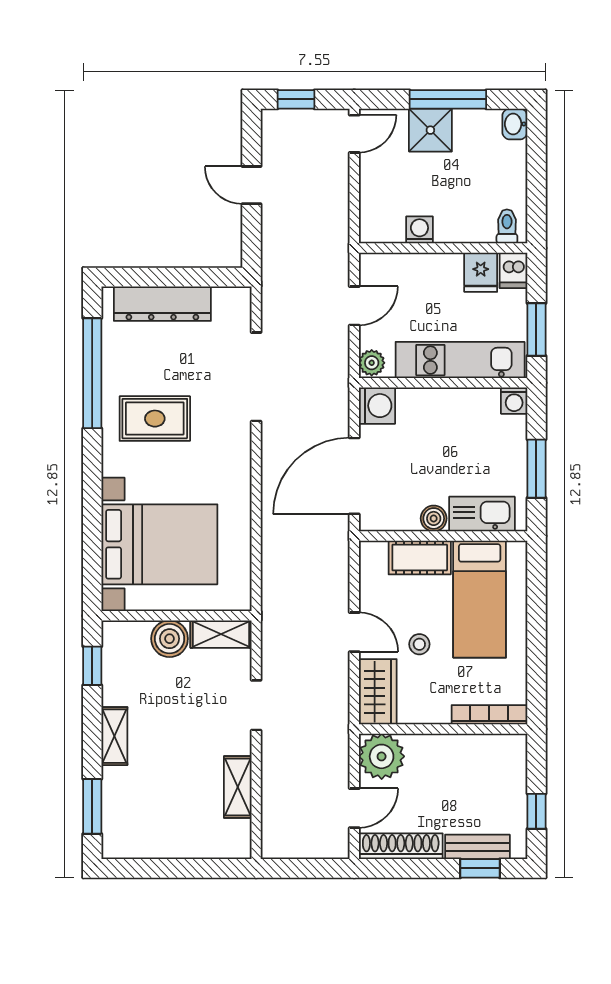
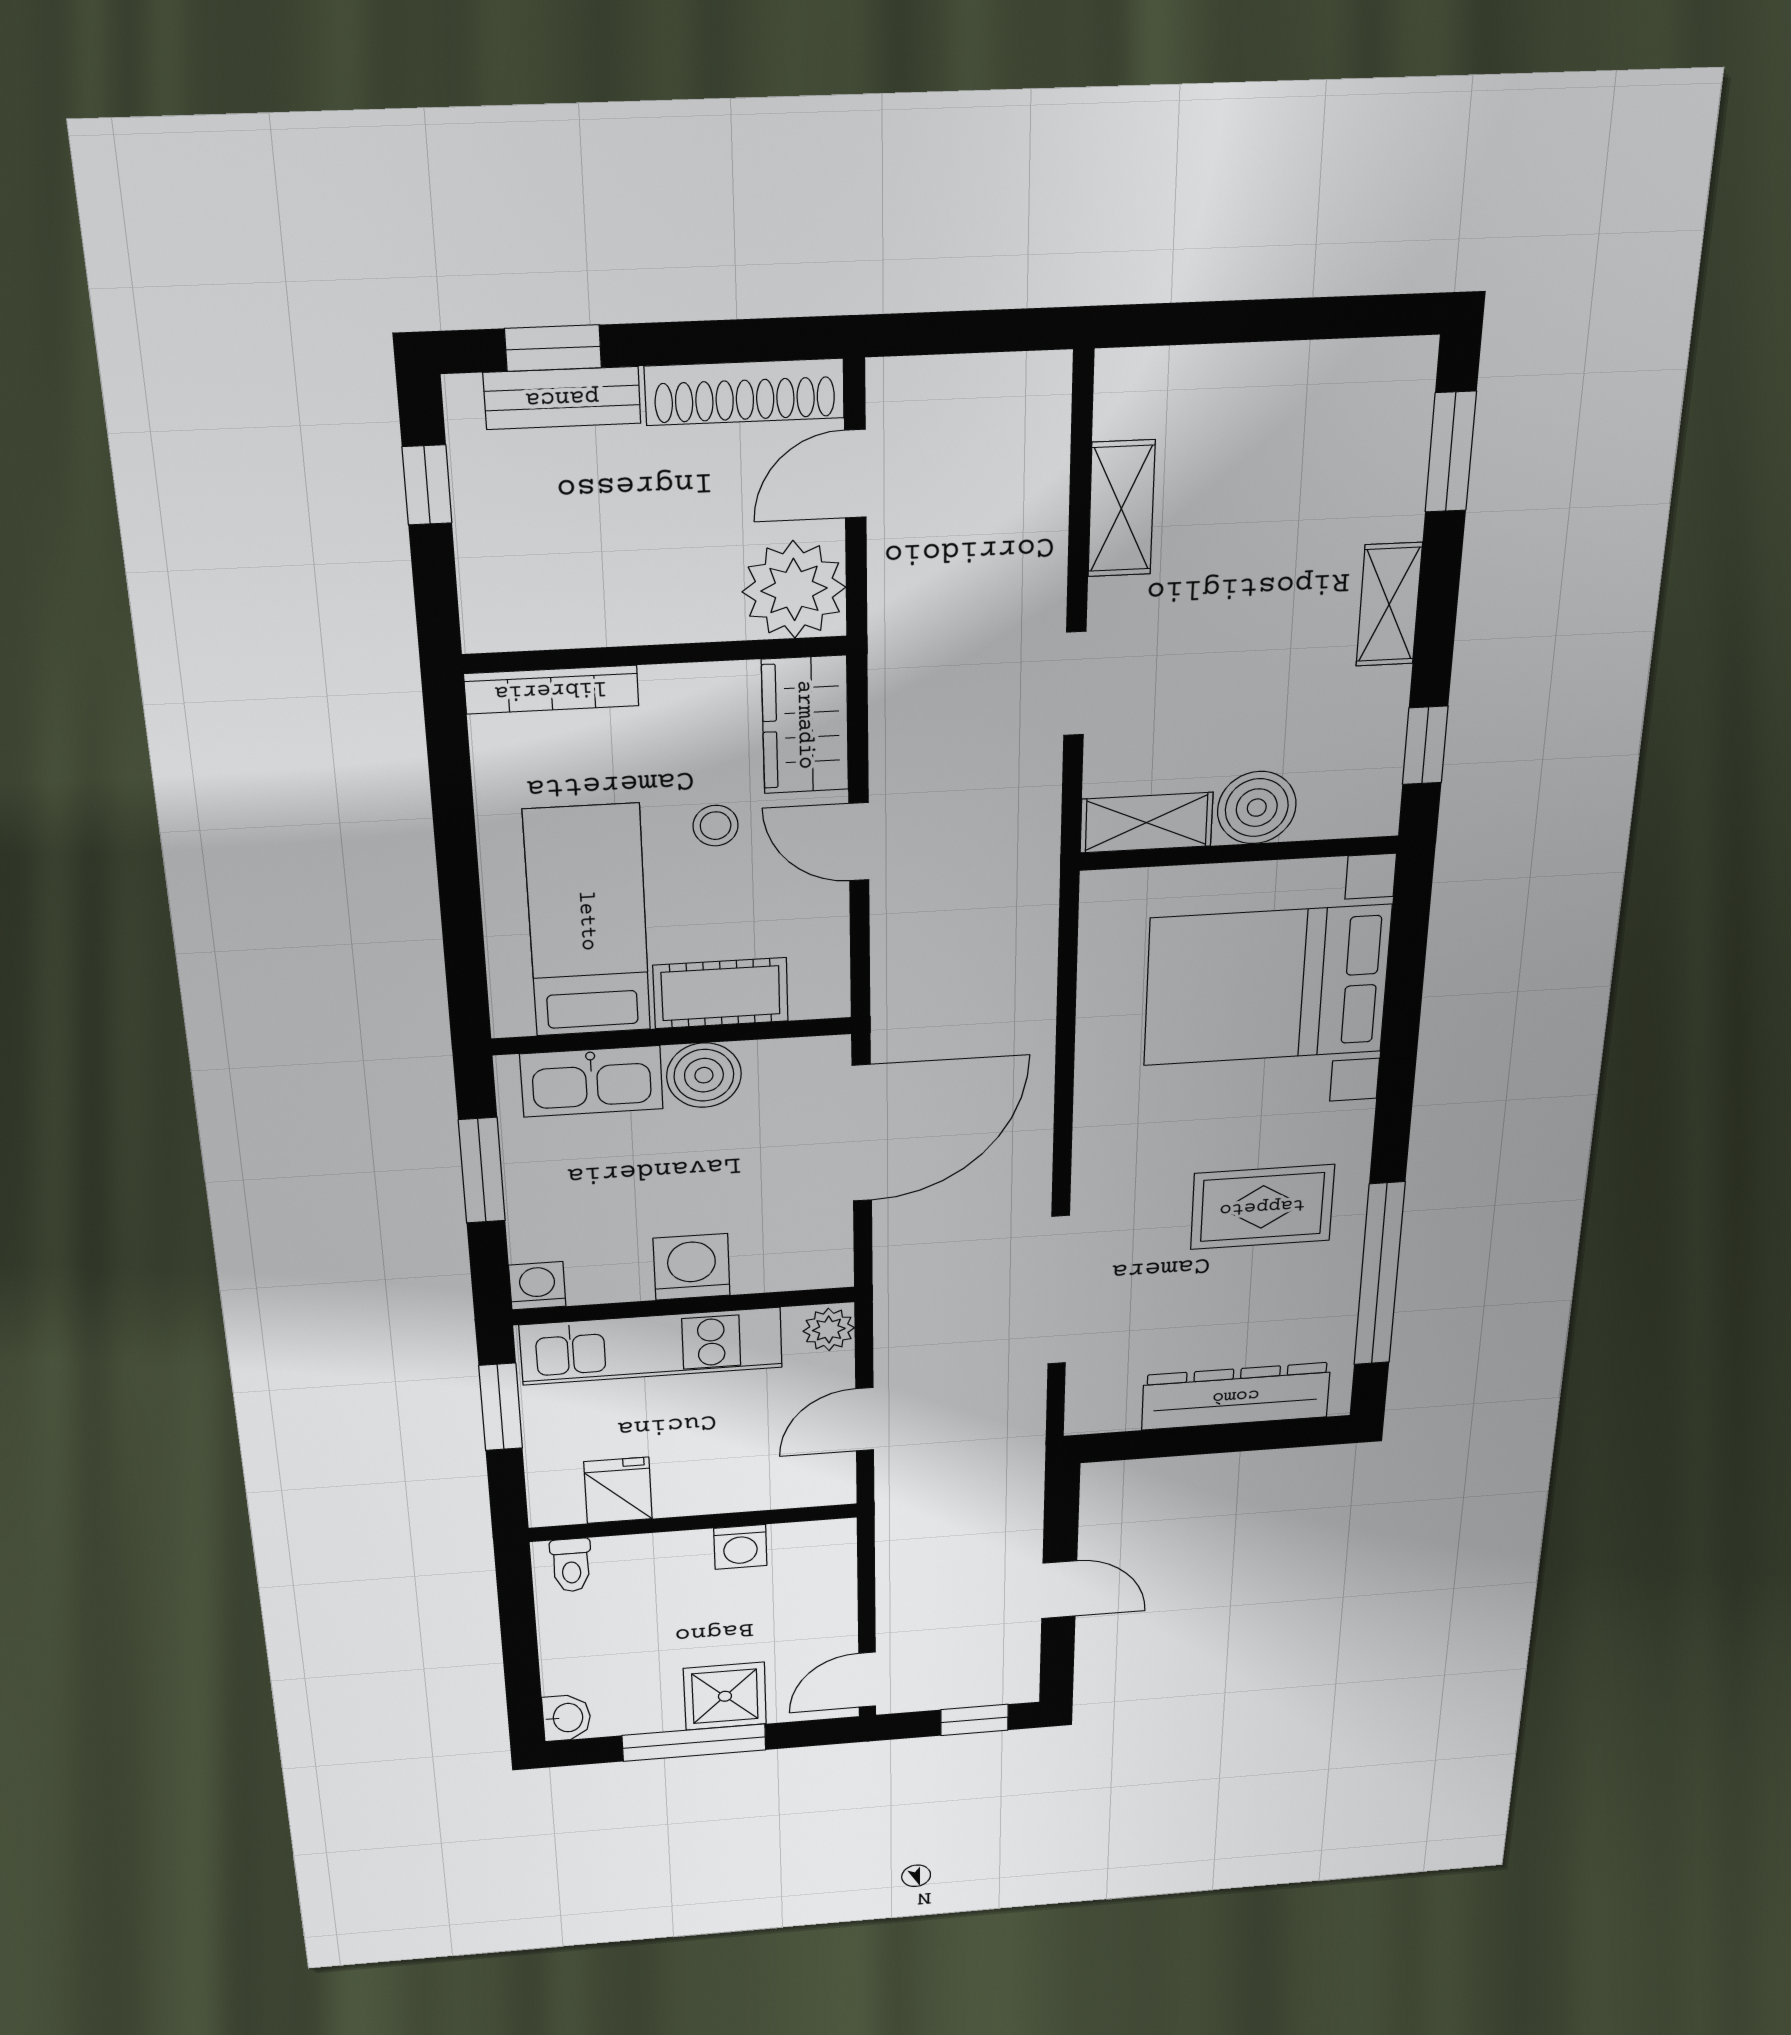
dishwasher: (513, 270) -> (554, 1498), removed
washing machine: (377, 406) -> (692, 1267), moved, turned 90
boiler: (434, 518) -> (704, 1075), width x1.36, depth x1.36

